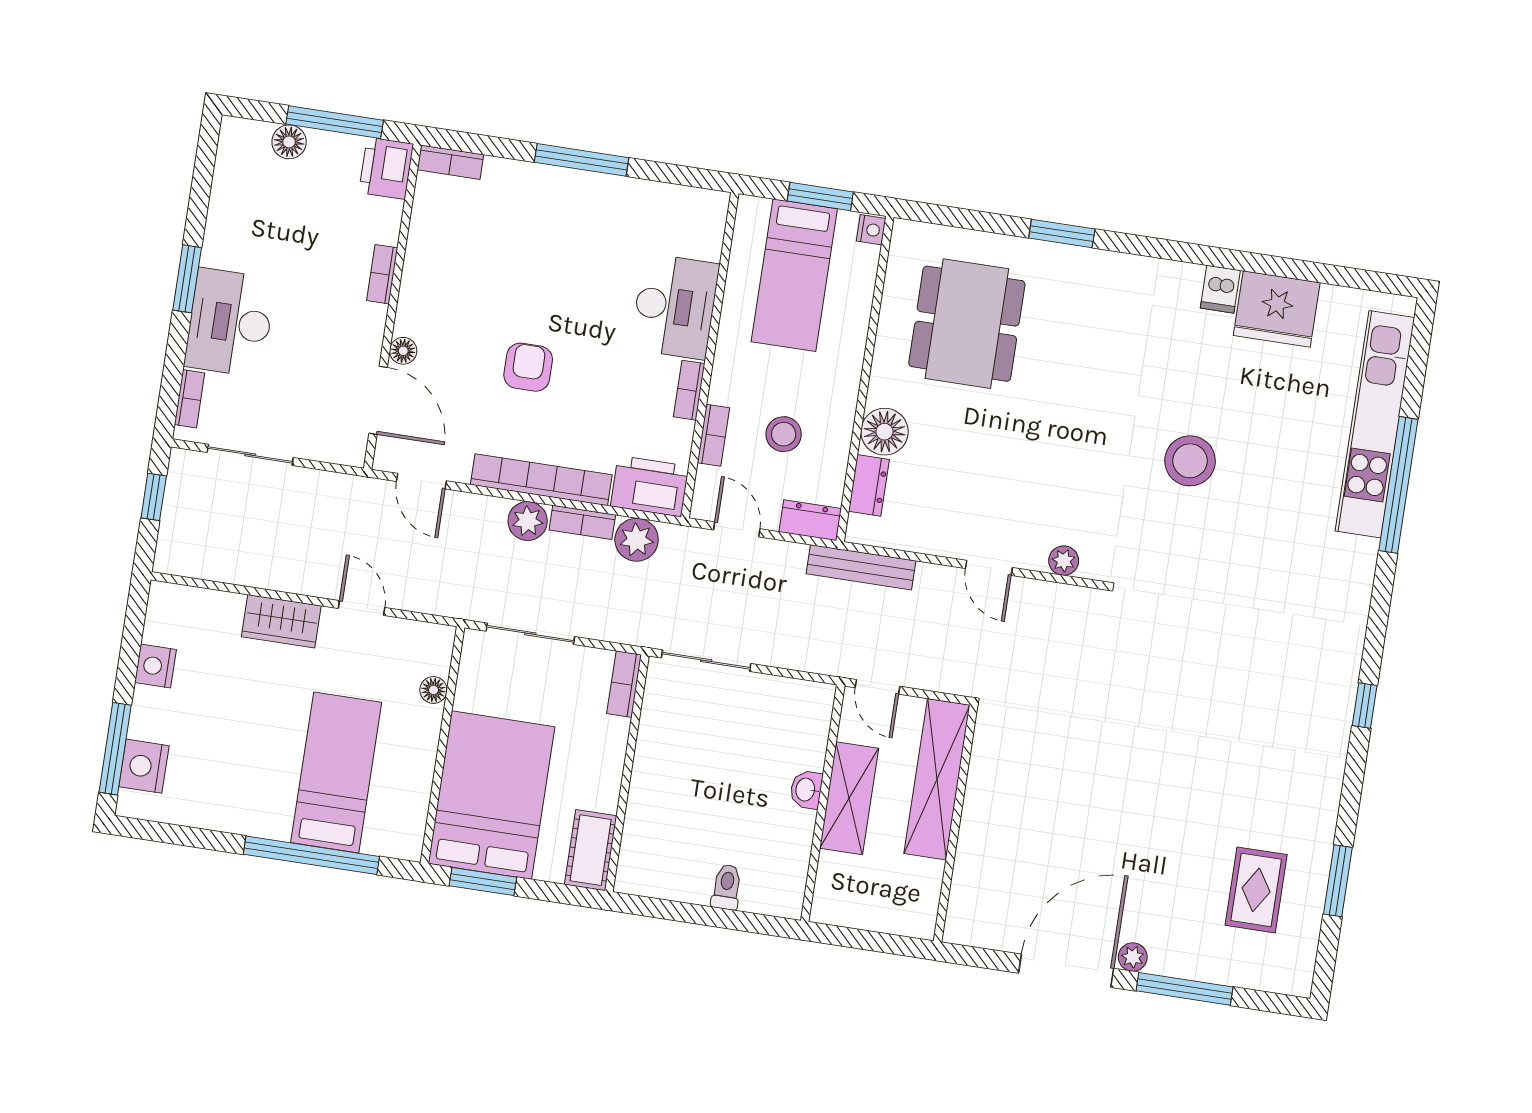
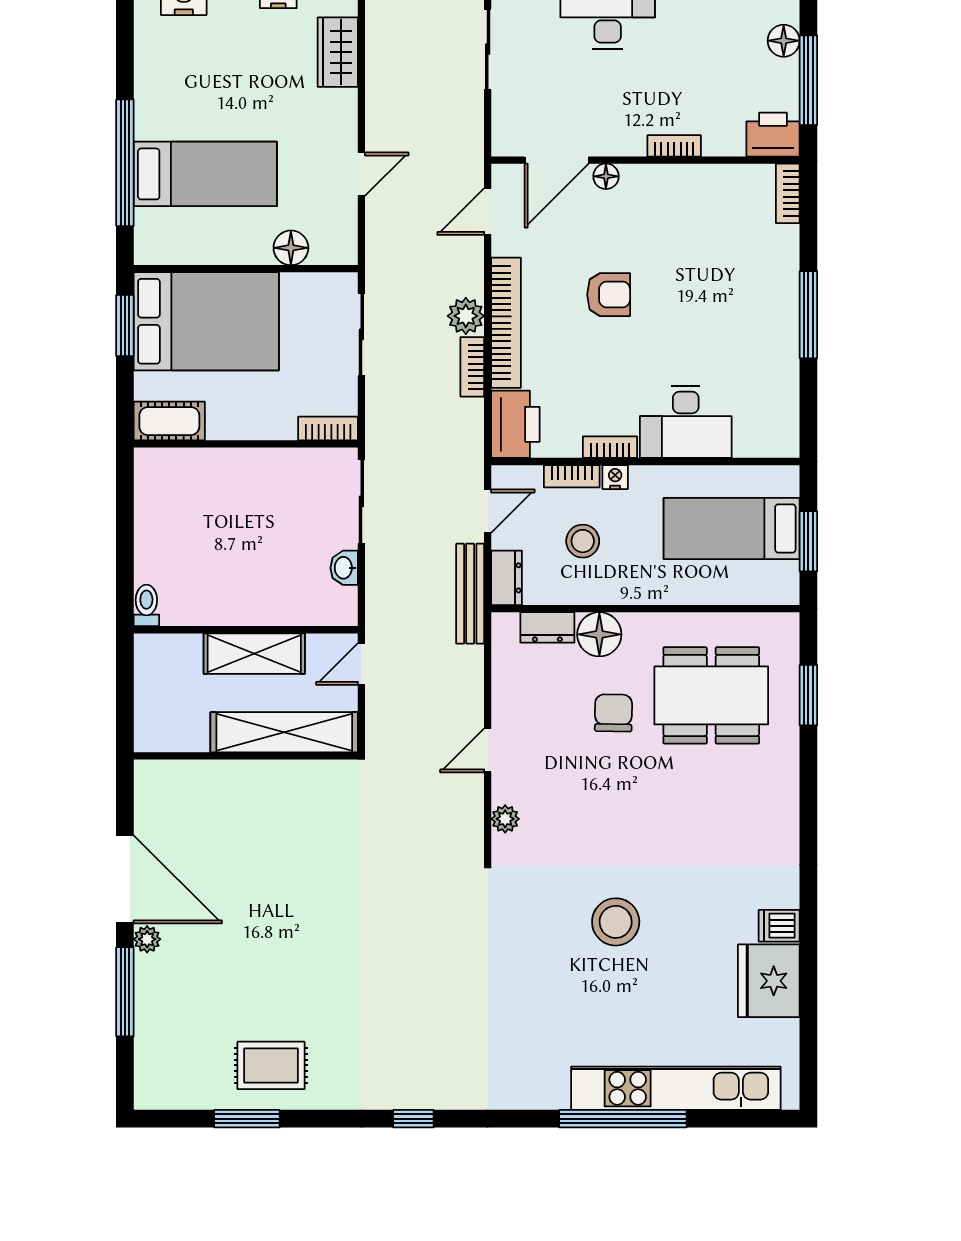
nightstand: (871, 230) -> (615, 477), moved, turned 180
window: (1062, 233) -> (808, 695), moved
chair: (970, 429) -> (613, 713), added
plant: (637, 540) -> (464, 420), removed
bench: (861, 567) -> (470, 594), moved
wardrobe: (281, 621) -> (338, 52), moved
floor lamp: (433, 690) -> (291, 248), width x1.37, depth x1.37
washbasin: (806, 790) -> (344, 568), moved, turned -90
toilet: (727, 887) -> (146, 605), moved, turned -90
rug: (1256, 890) -> (271, 1065), moved

